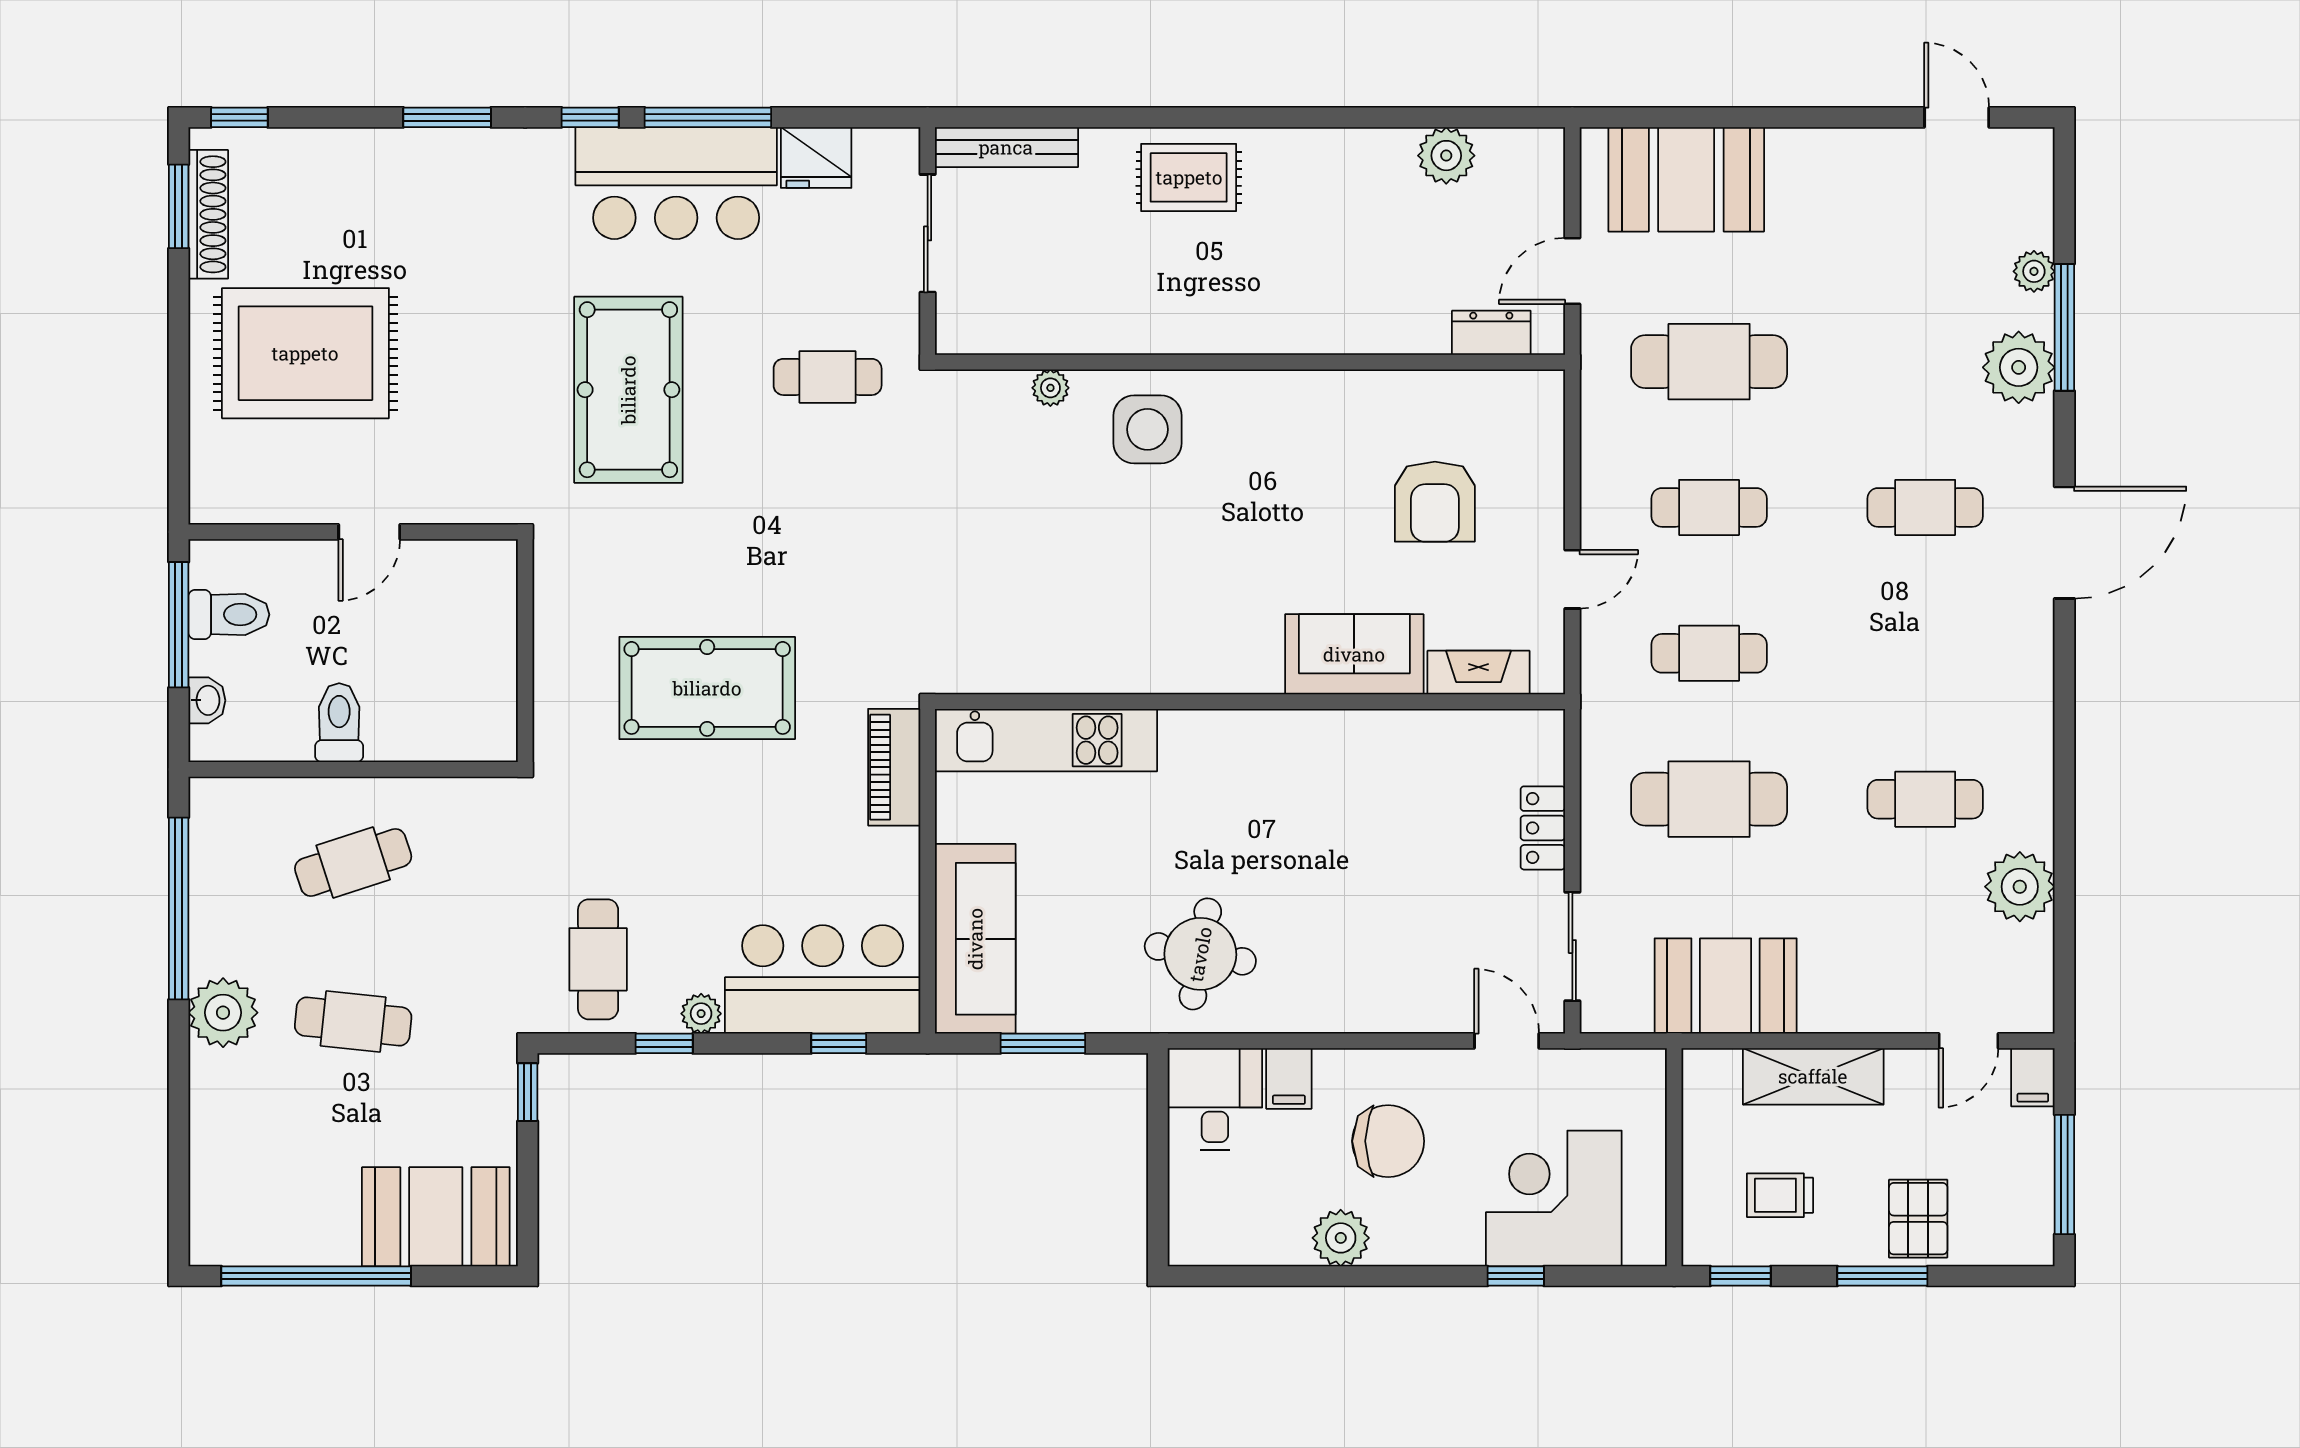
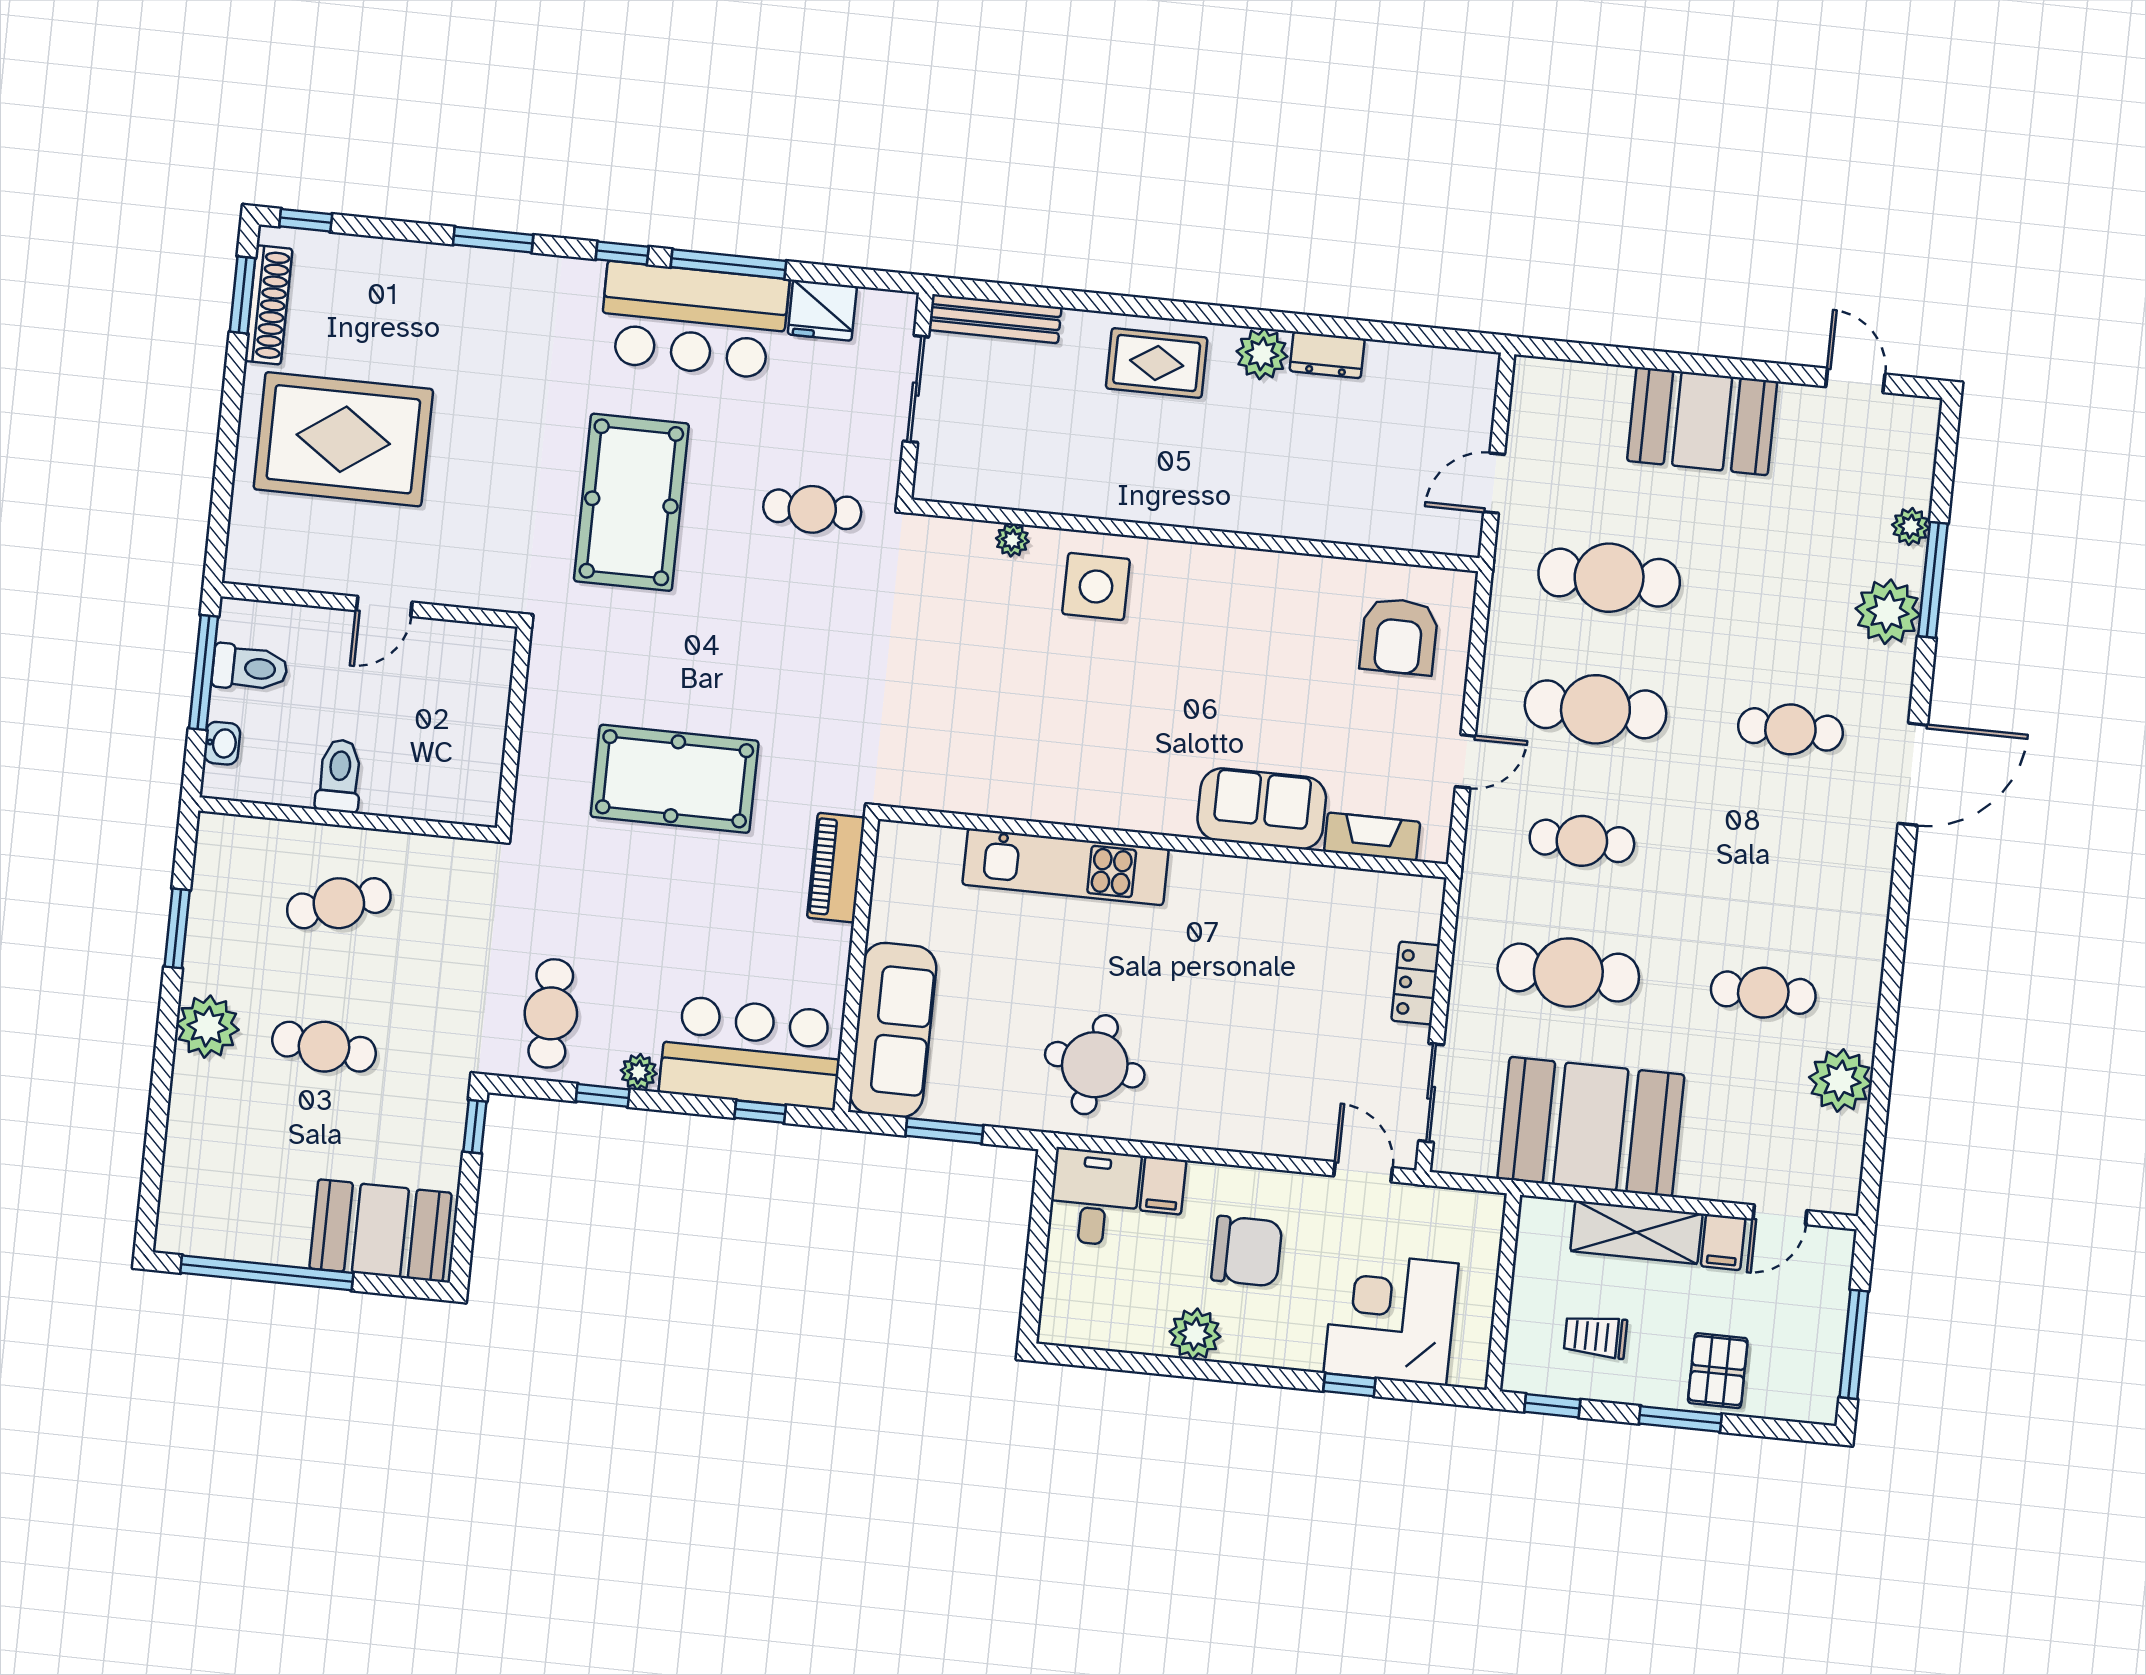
plant: (1446, 156) -> (1262, 354), moved
booth: (1686, 179) -> (1702, 421), moved
dresser: (1491, 333) -> (1327, 355), moved, turned 180
armchair: (1435, 502) -> (1399, 636), moved
cafe table: (1709, 507) -> (1595, 709), width x1.37, depth x1.35
kitchen unit: (1046, 740) -> (1066, 867), moved
window: (179, 908) -> (177, 928), width x0.47
booth: (1726, 986) -> (1591, 1127), width x1.36, depth x1.42
filing cabinet: (2033, 1077) -> (1723, 1242), moved

